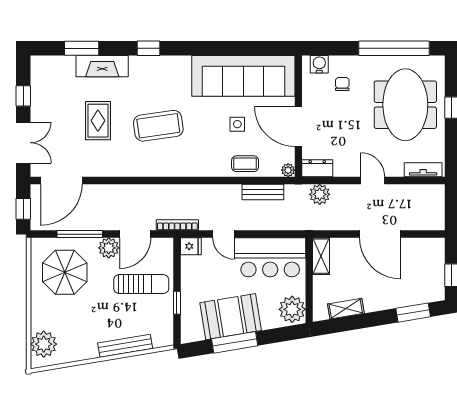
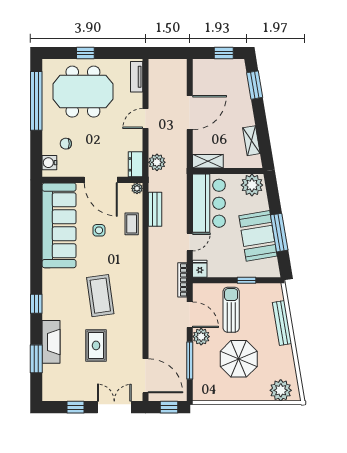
rug: (98, 121) -> (96, 345), turned 90
door: (298, 126) -> (101, 180), hinge flipped
parasol: (65, 272) -> (239, 359), moved

